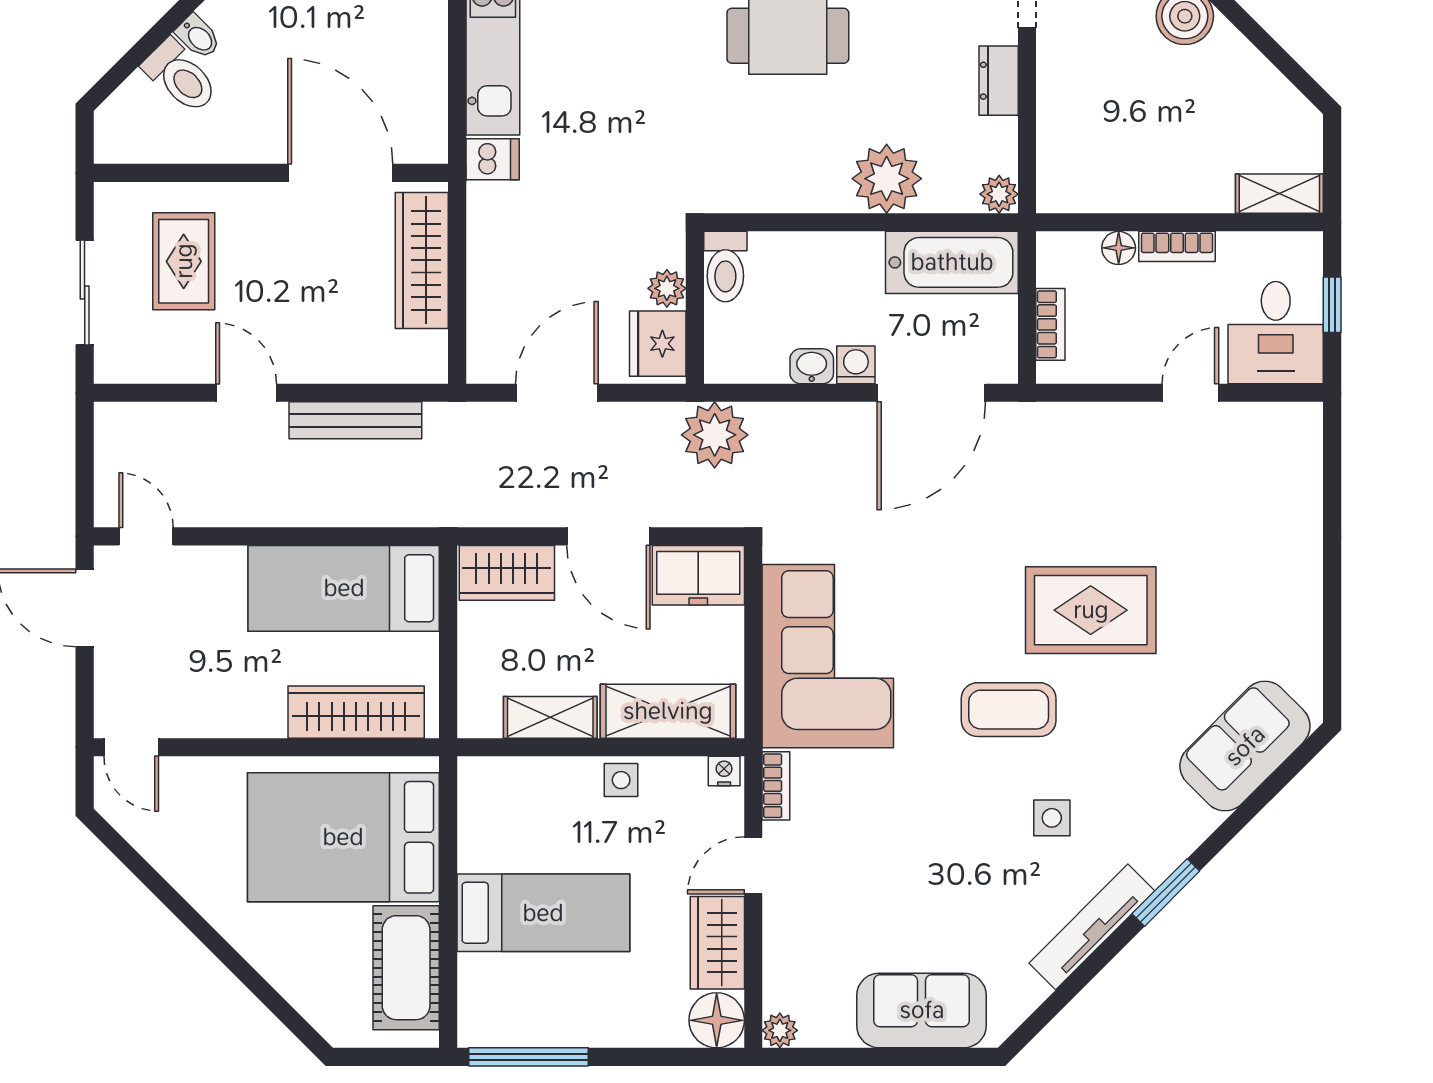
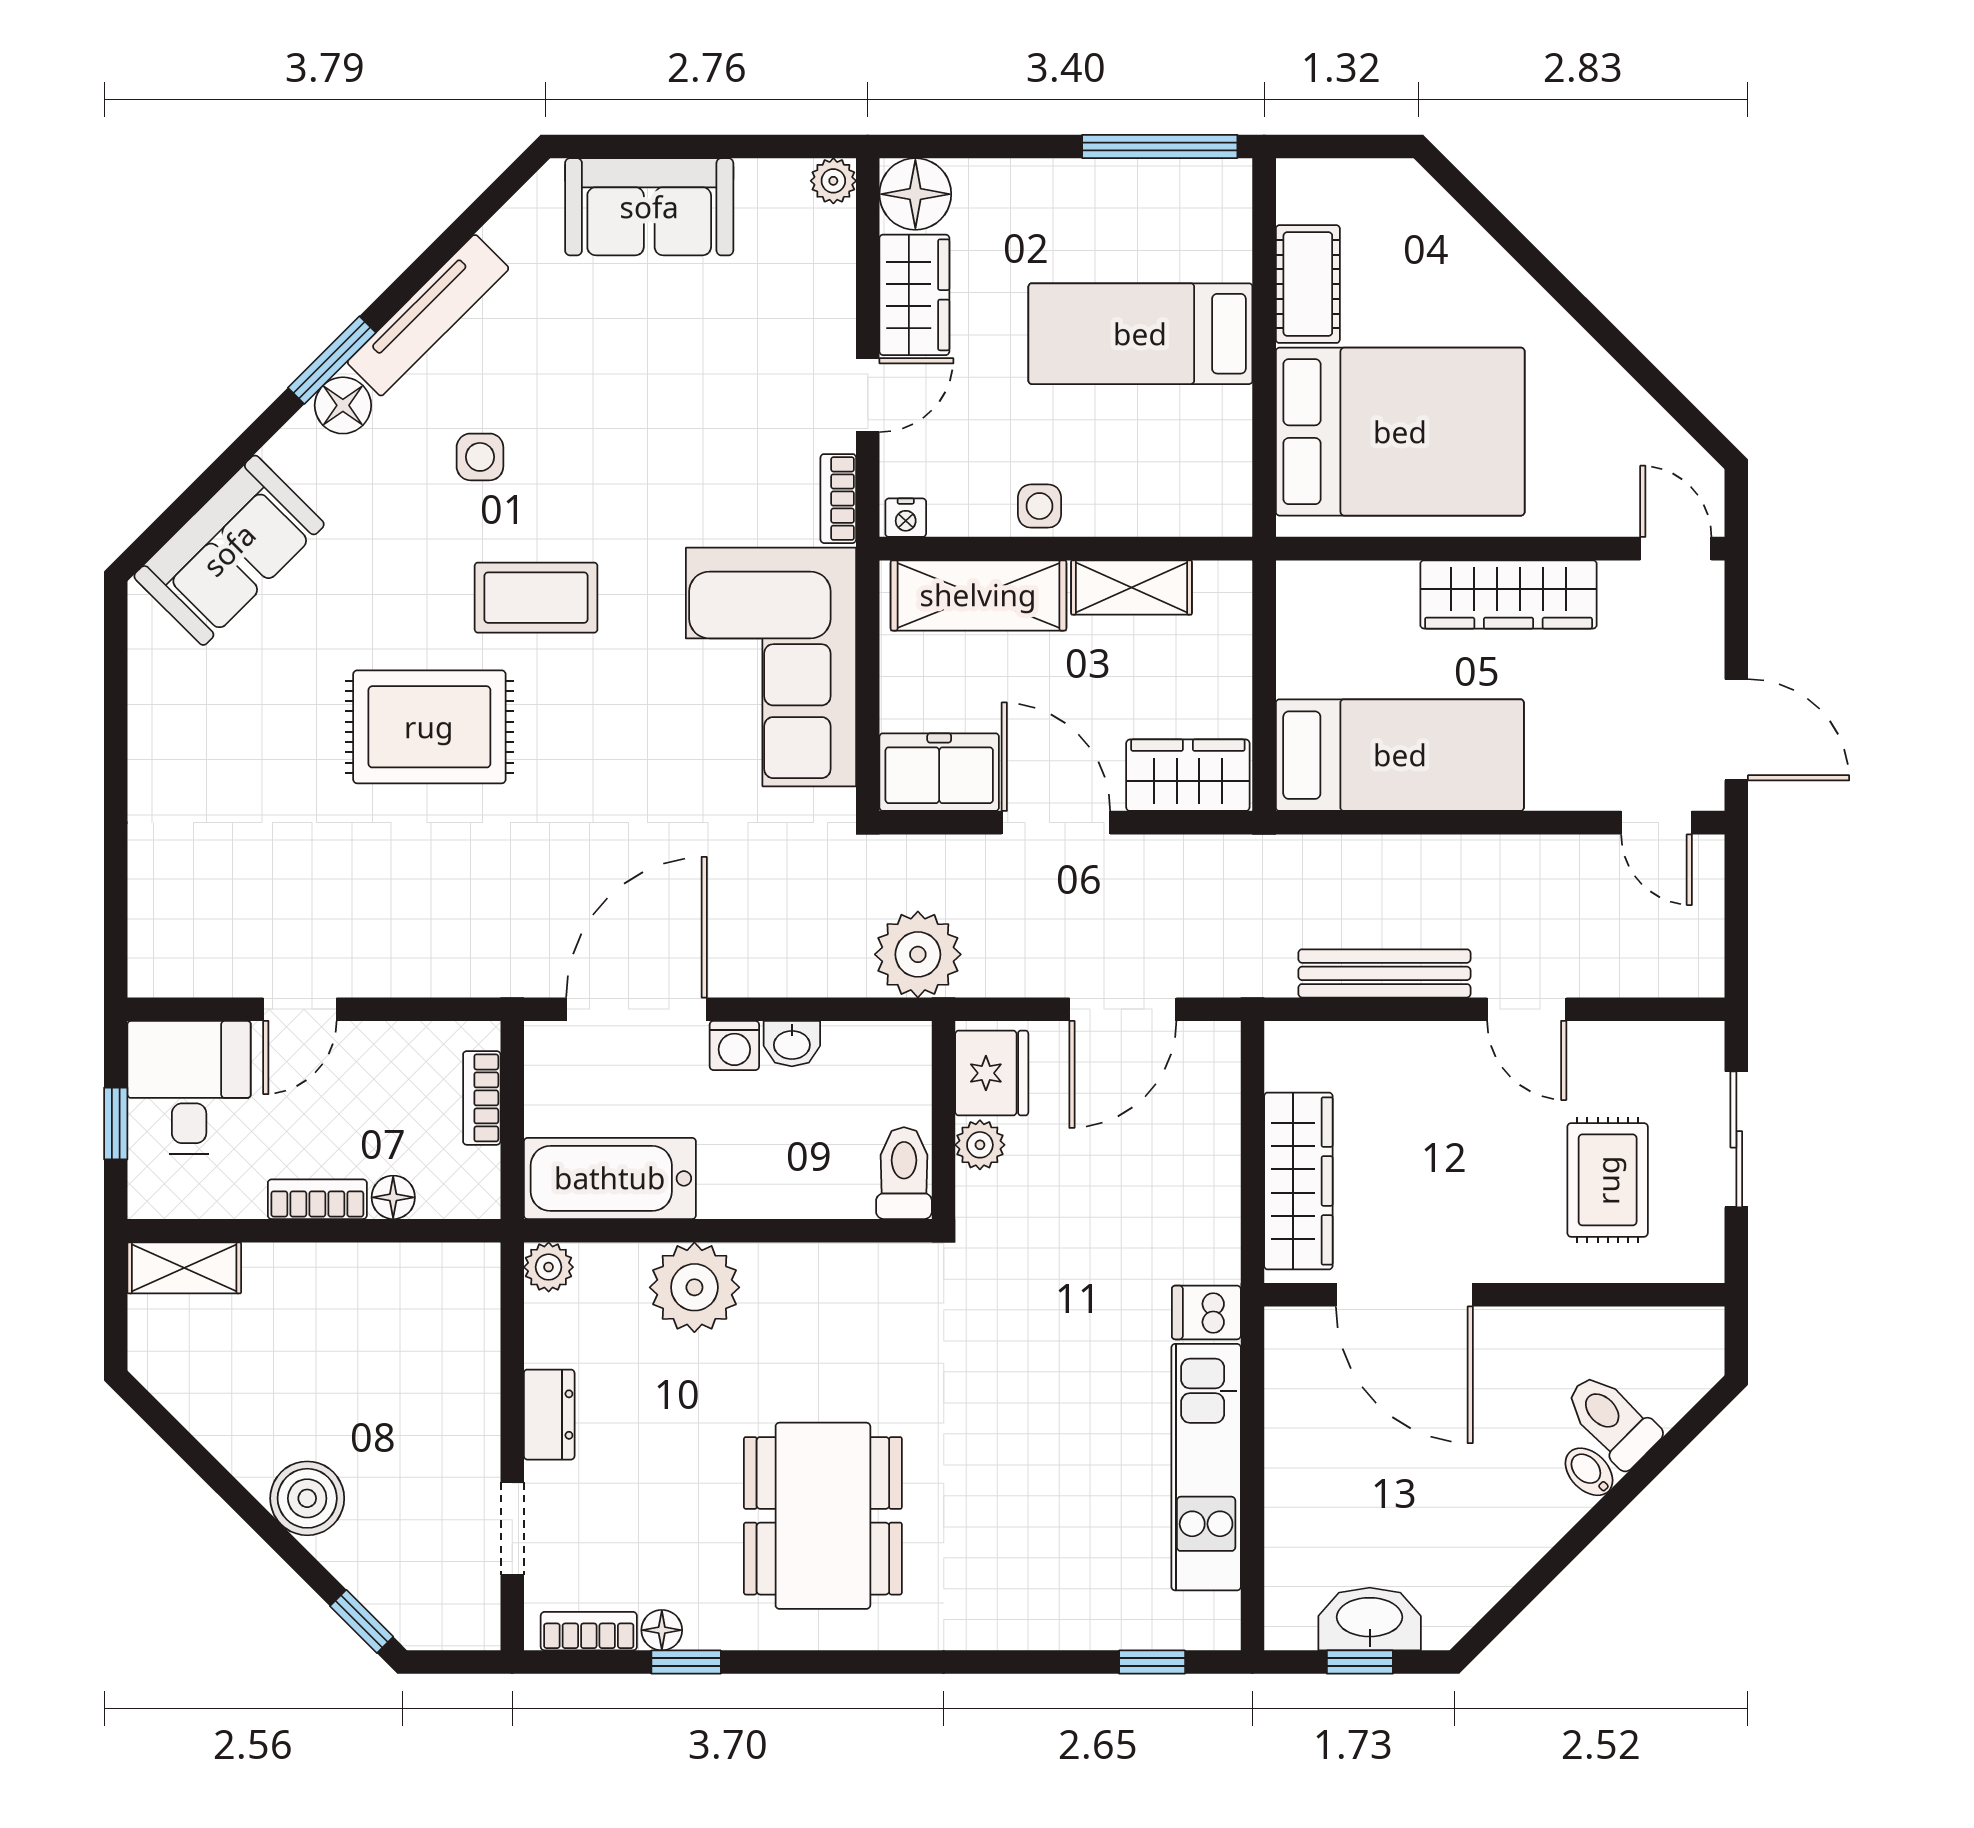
wardrobe: (356, 712) -> (1509, 594), moved
floor lamp: (1157, 858) -> (343, 405), added
cot: (406, 968) -> (1308, 284), width x0.73, depth x0.75

